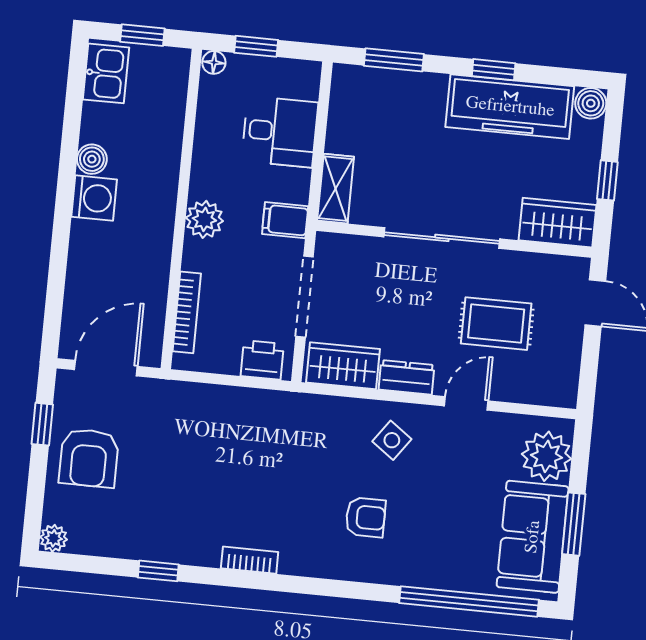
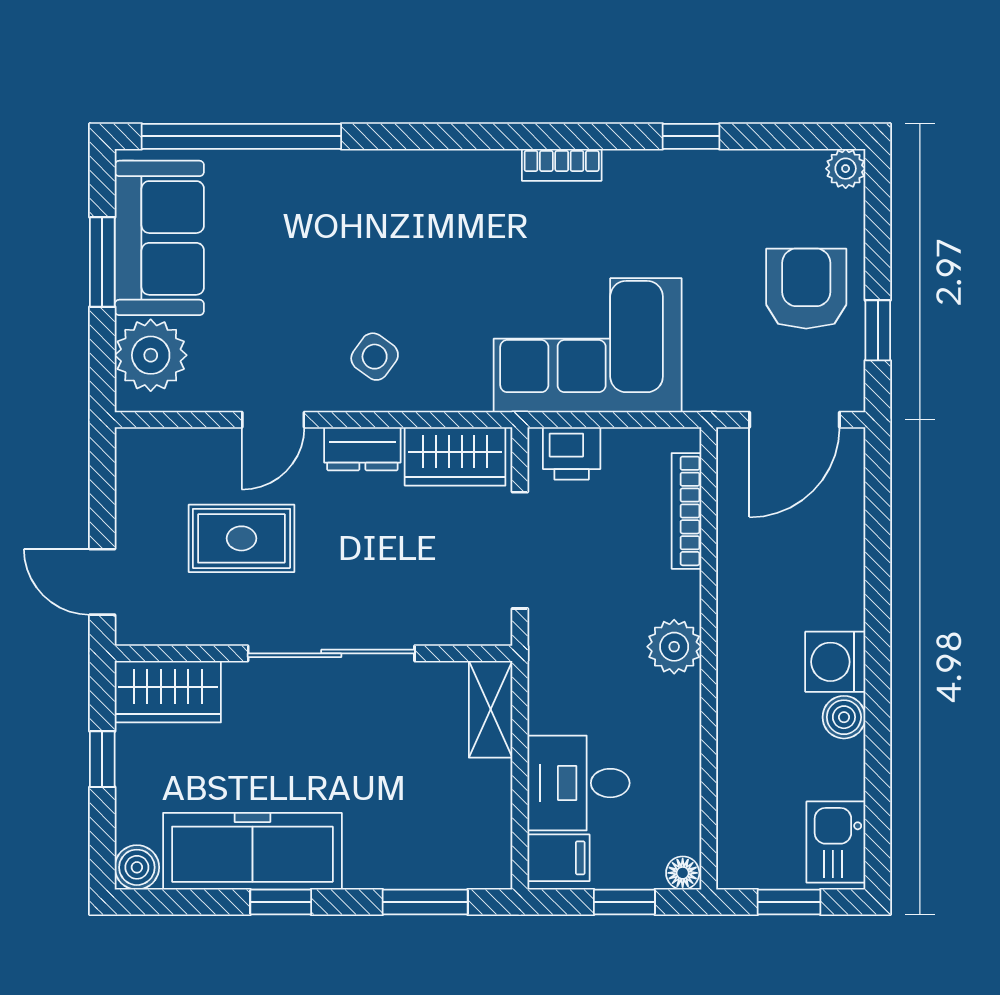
filing cabinet: (285, 220) -> (558, 858), moved
corner sofa: (244, 434) -> (588, 345), added
armchair: (365, 517) -> (402, 242), removed

